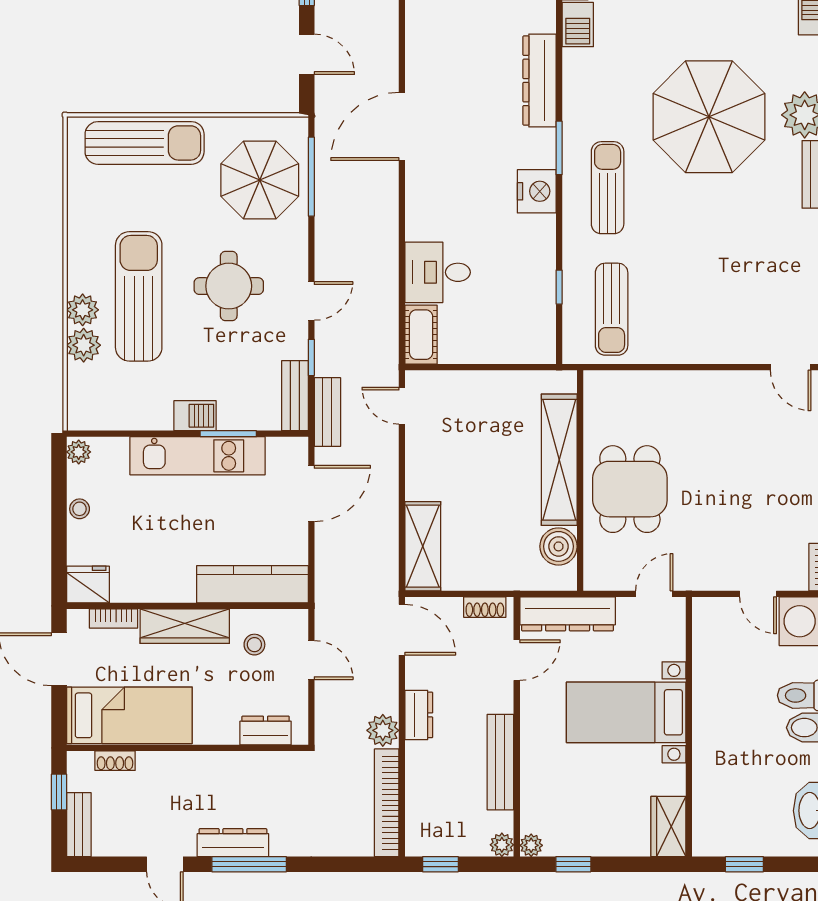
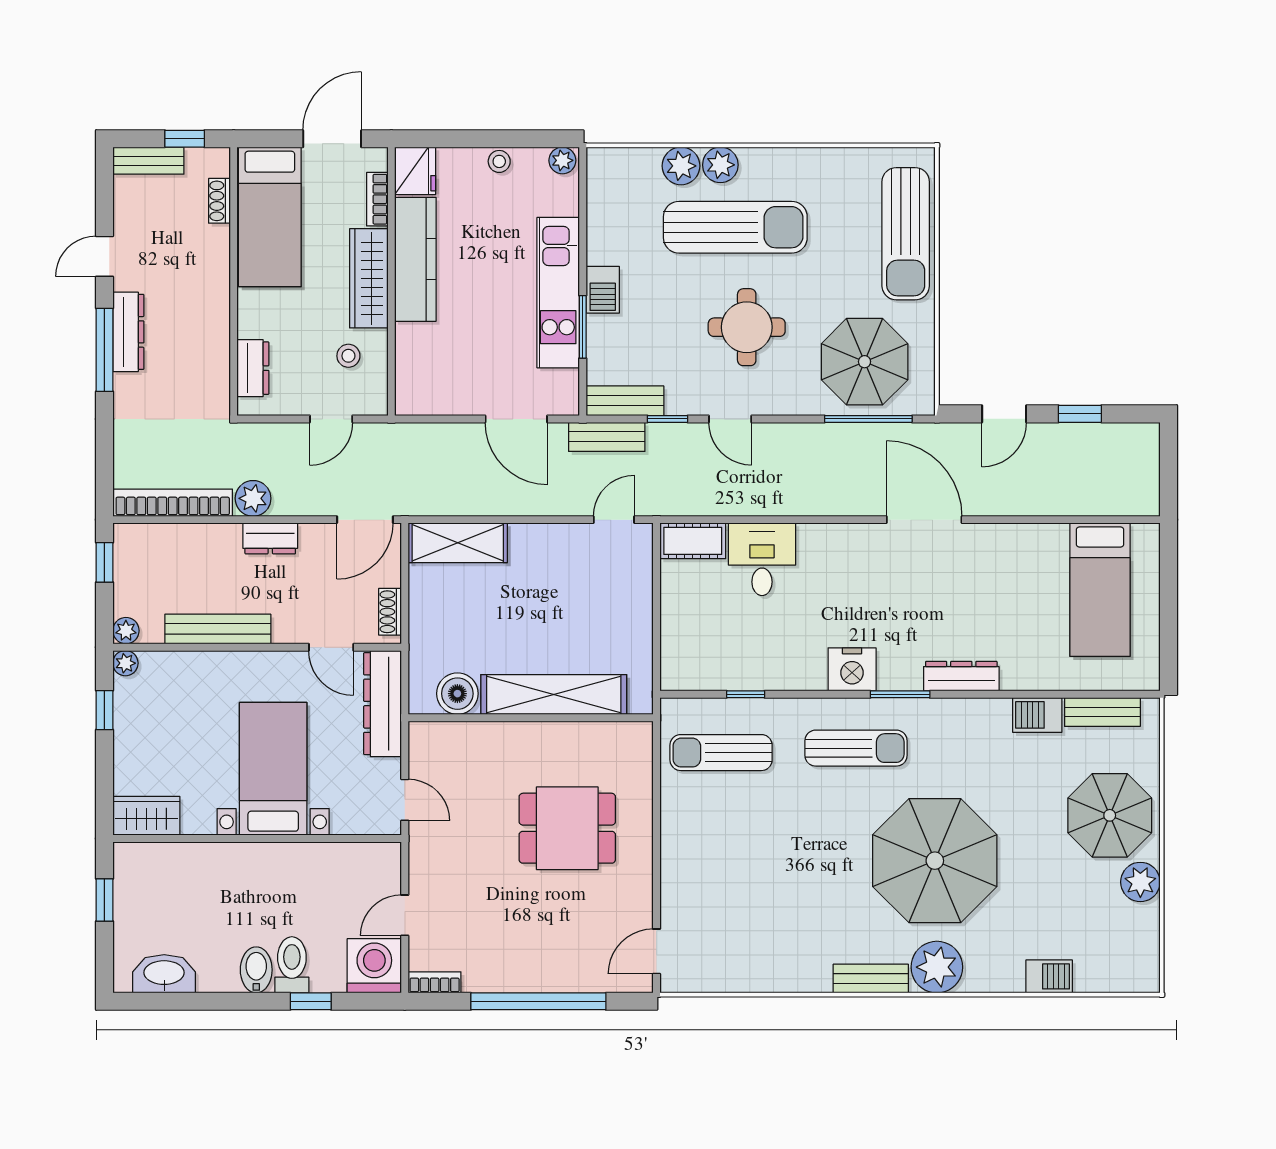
dresser: (539, 81) -> (961, 676), width x0.73, depth x0.80
dining table: (630, 489) -> (567, 828), moved
kitchen counter: (252, 584) -> (415, 259), moved

